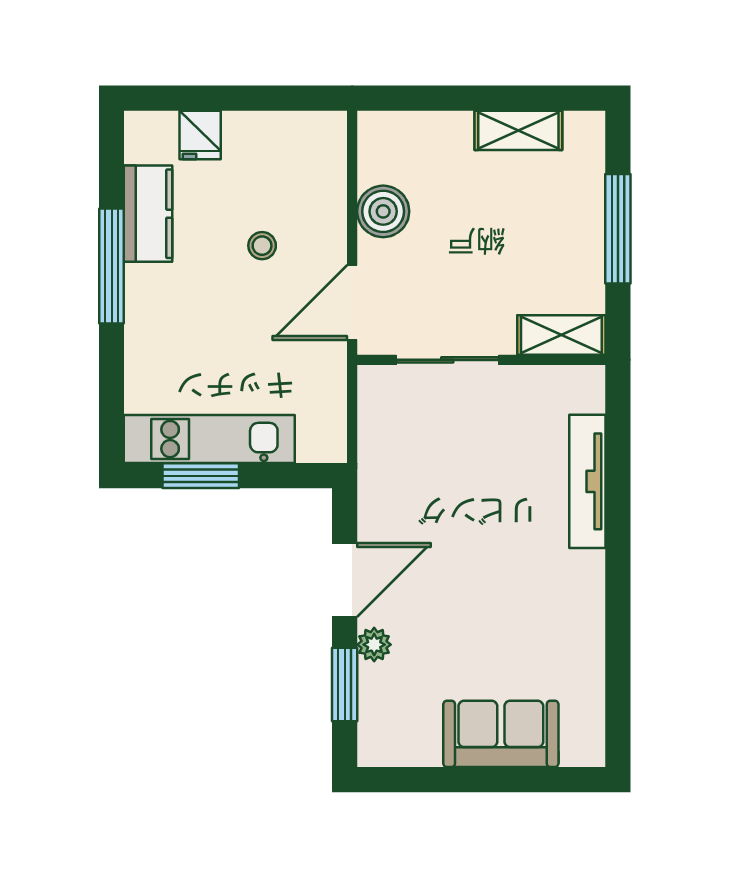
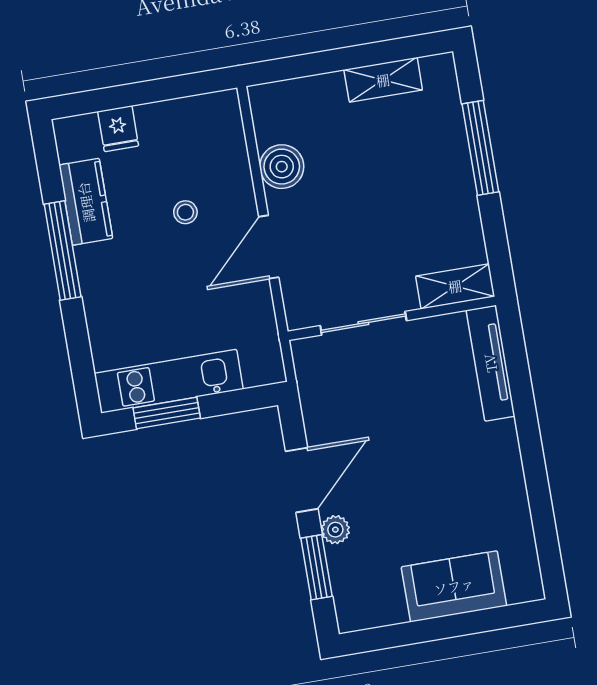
shelving: (561, 335) -> (455, 286), moved
sliding door: (447, 360) -> (363, 323), moved
wall: (481, 360) -> (392, 318), moved

